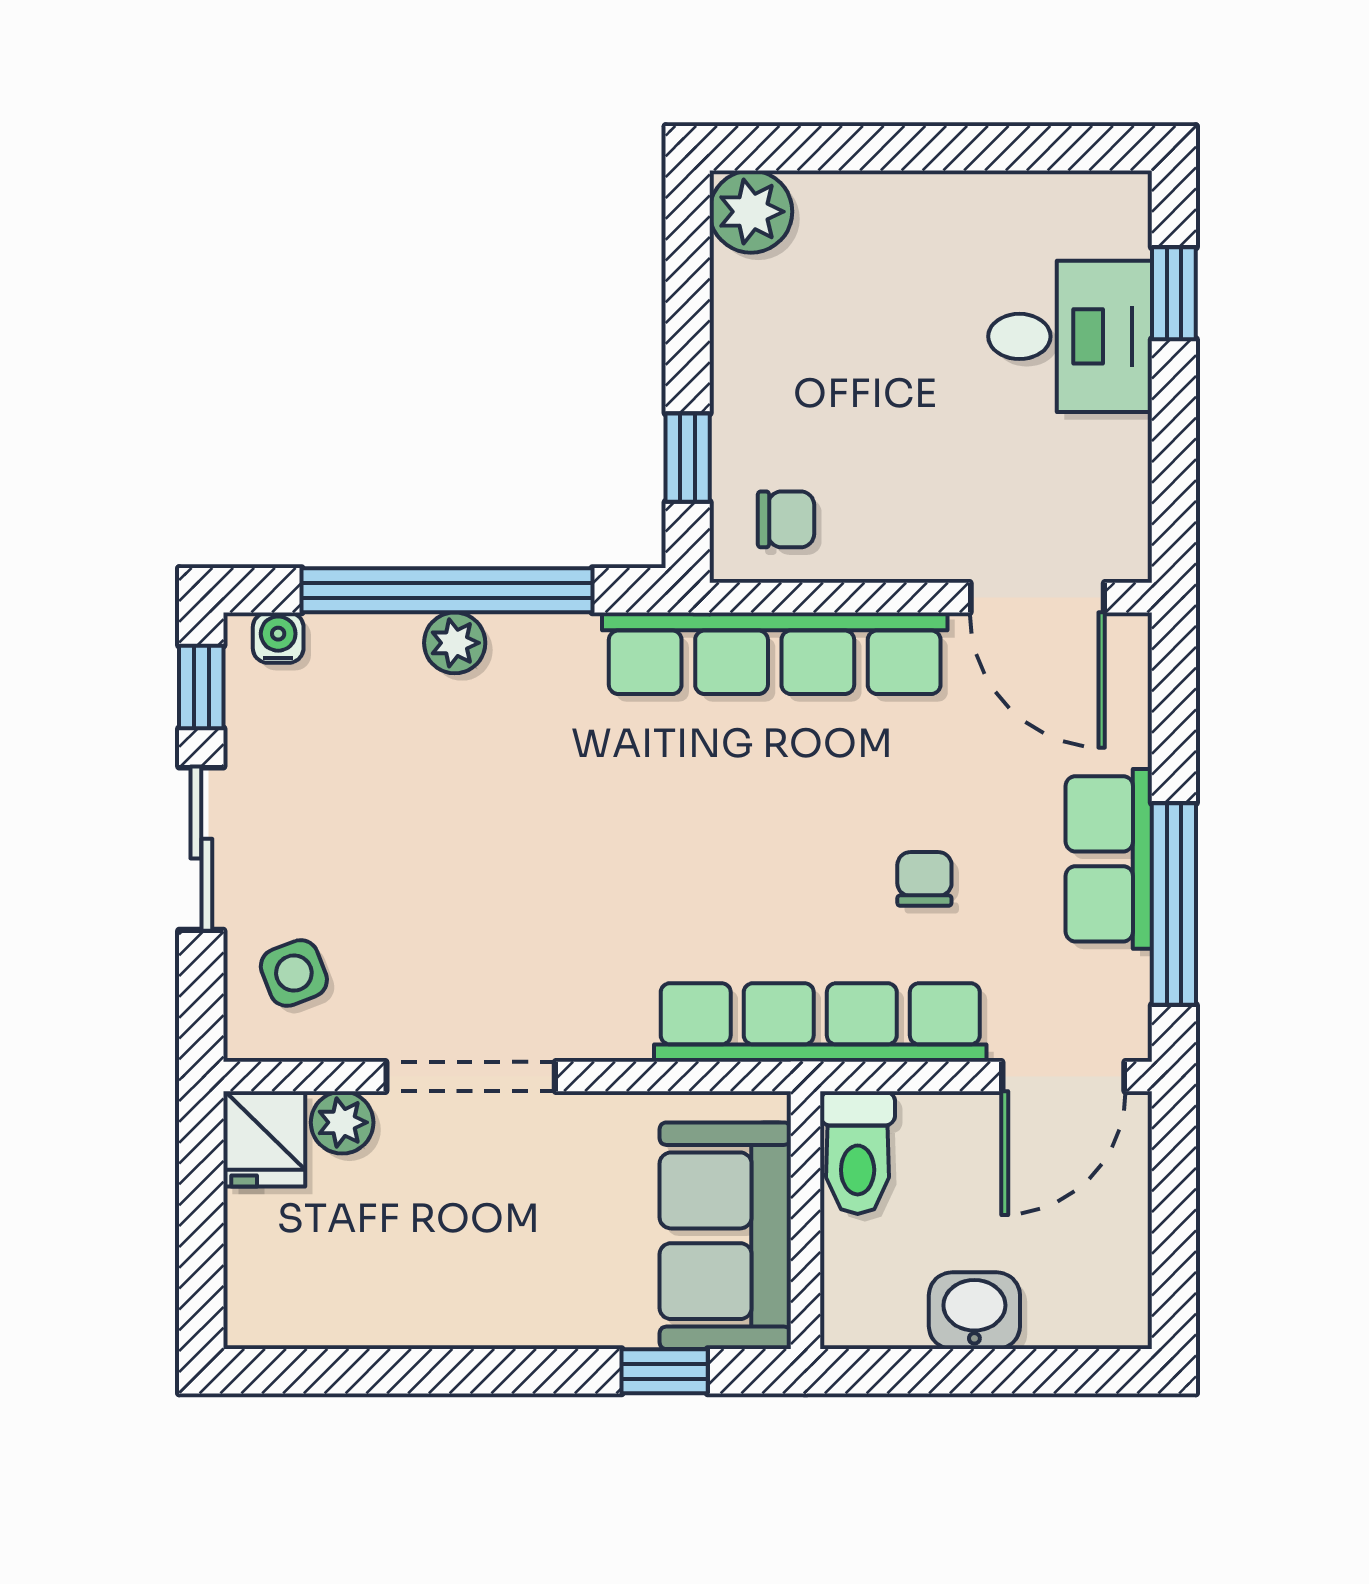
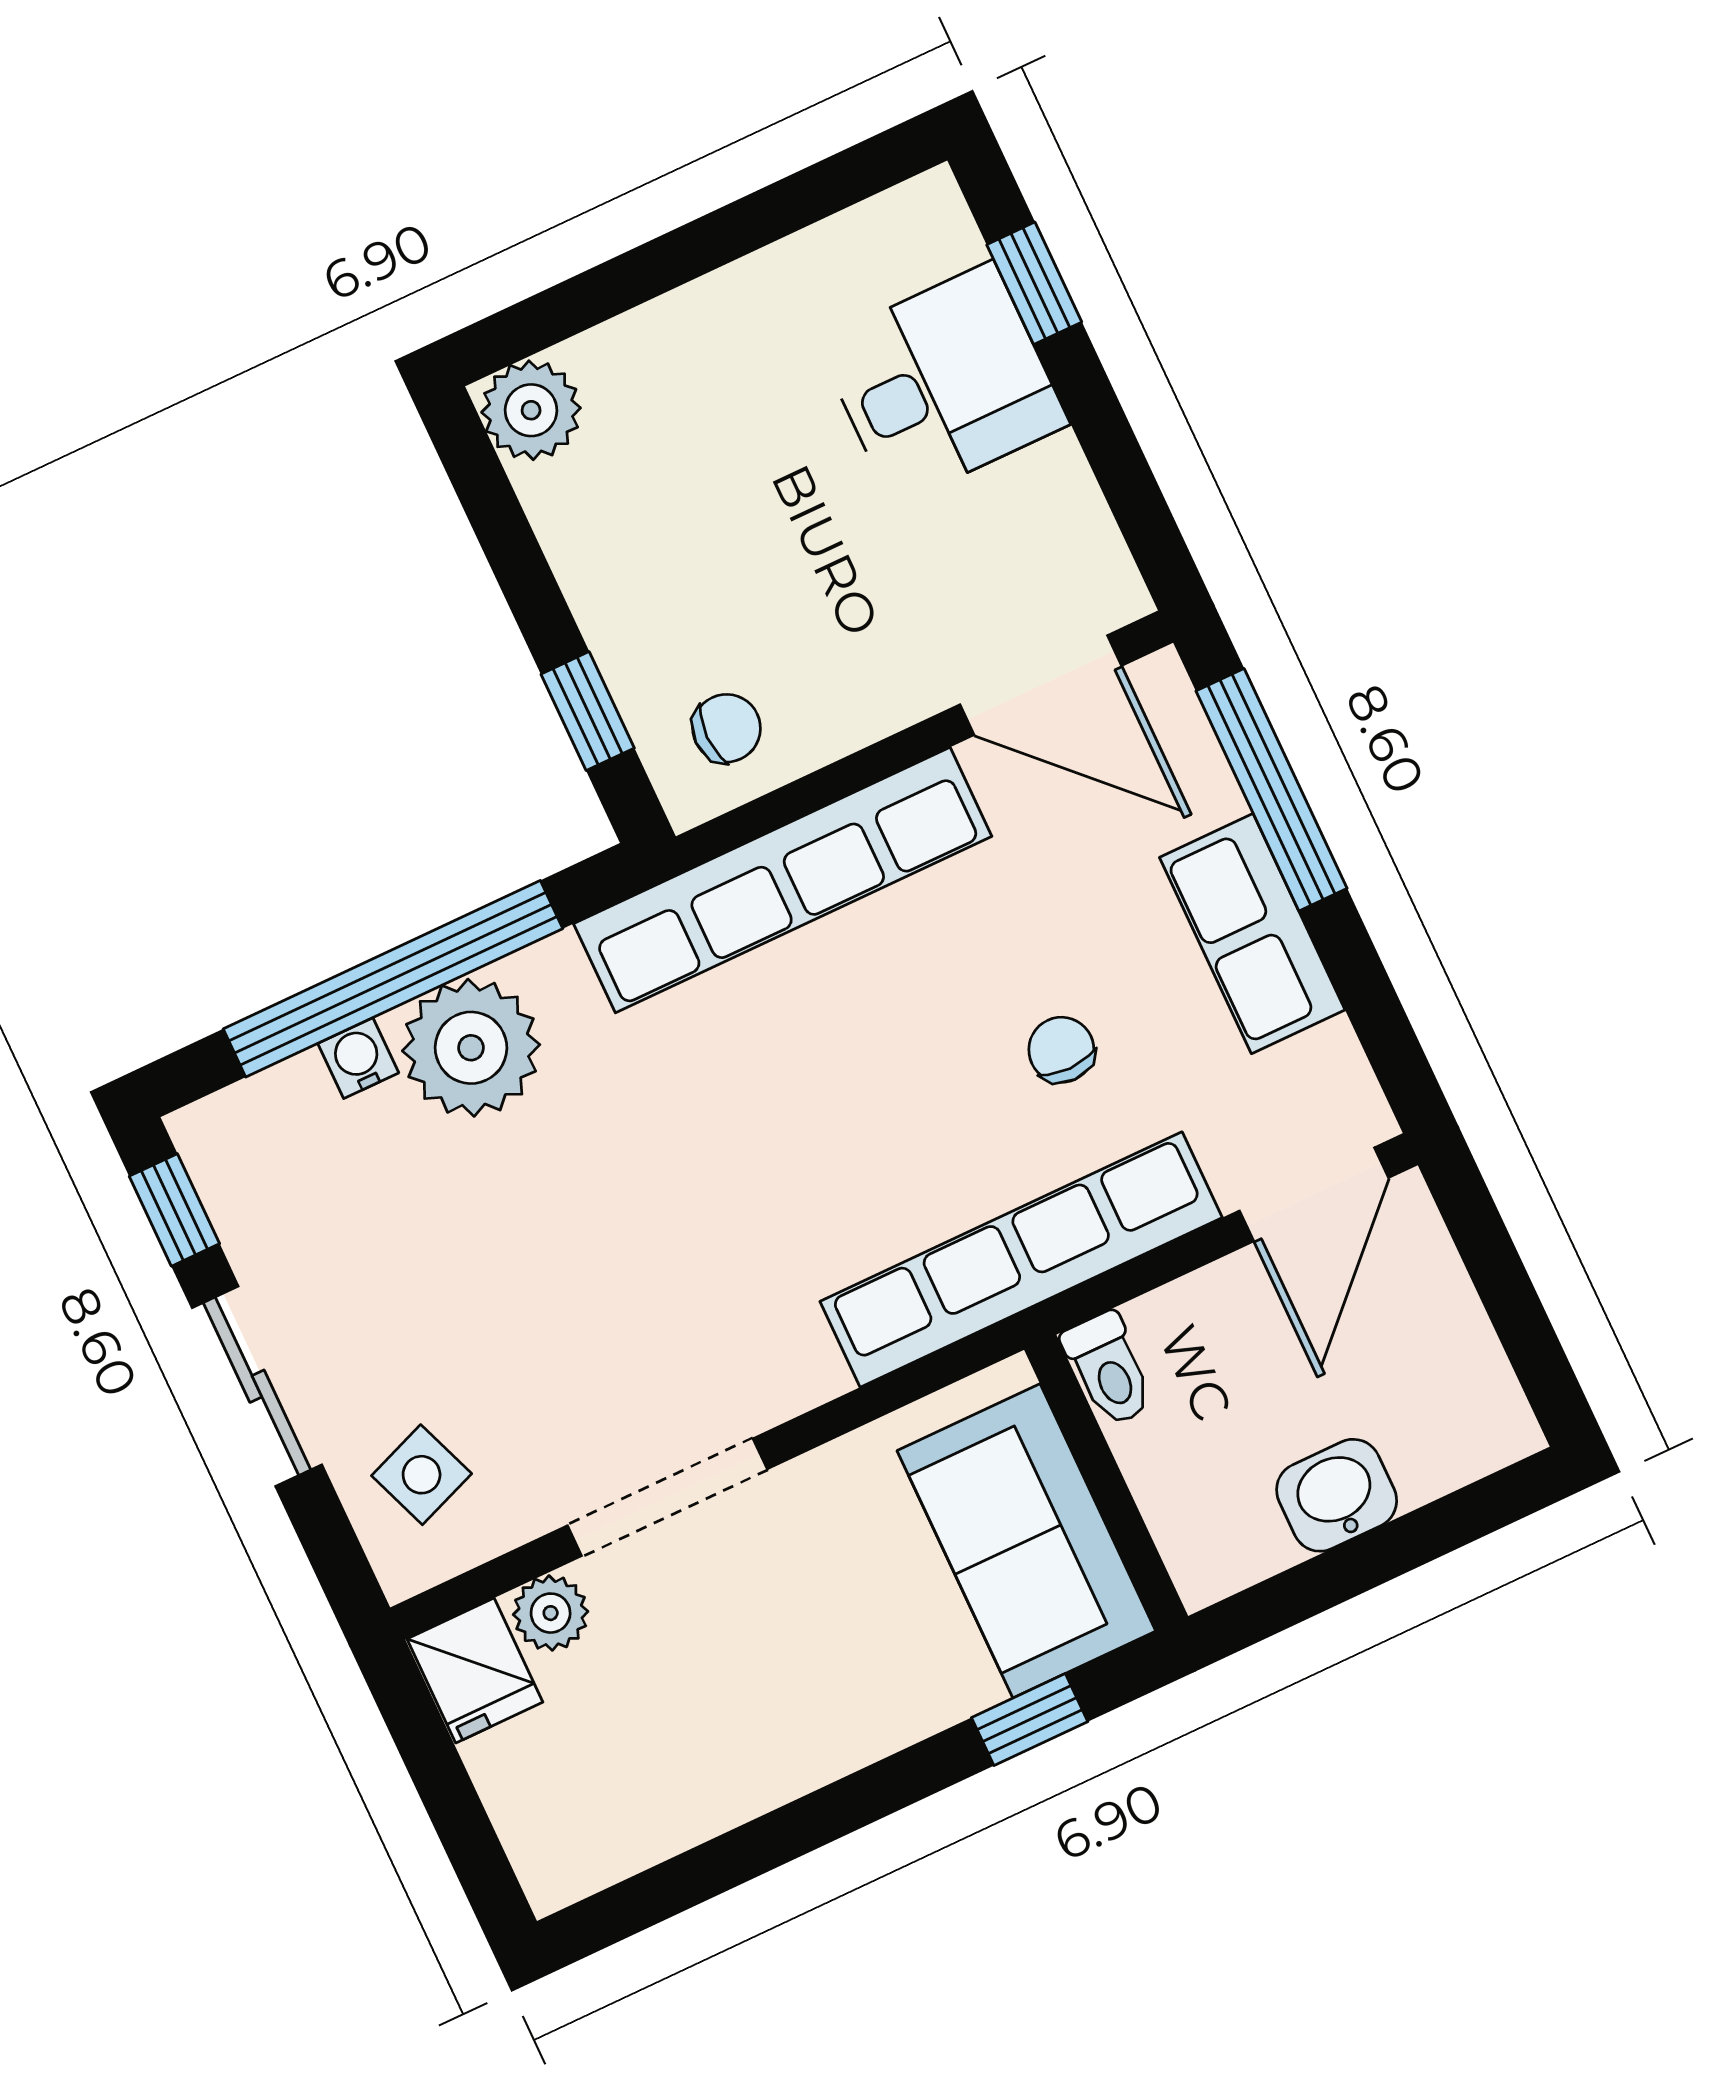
water cooler: (278, 638) -> (358, 1058), moved
plant: (455, 643) -> (471, 1048), width x1.88, depth x1.88
window: (1174, 904) -> (1271, 790), moved
toilet: (858, 1153) -> (1109, 1369), width x0.73, depth x0.72

